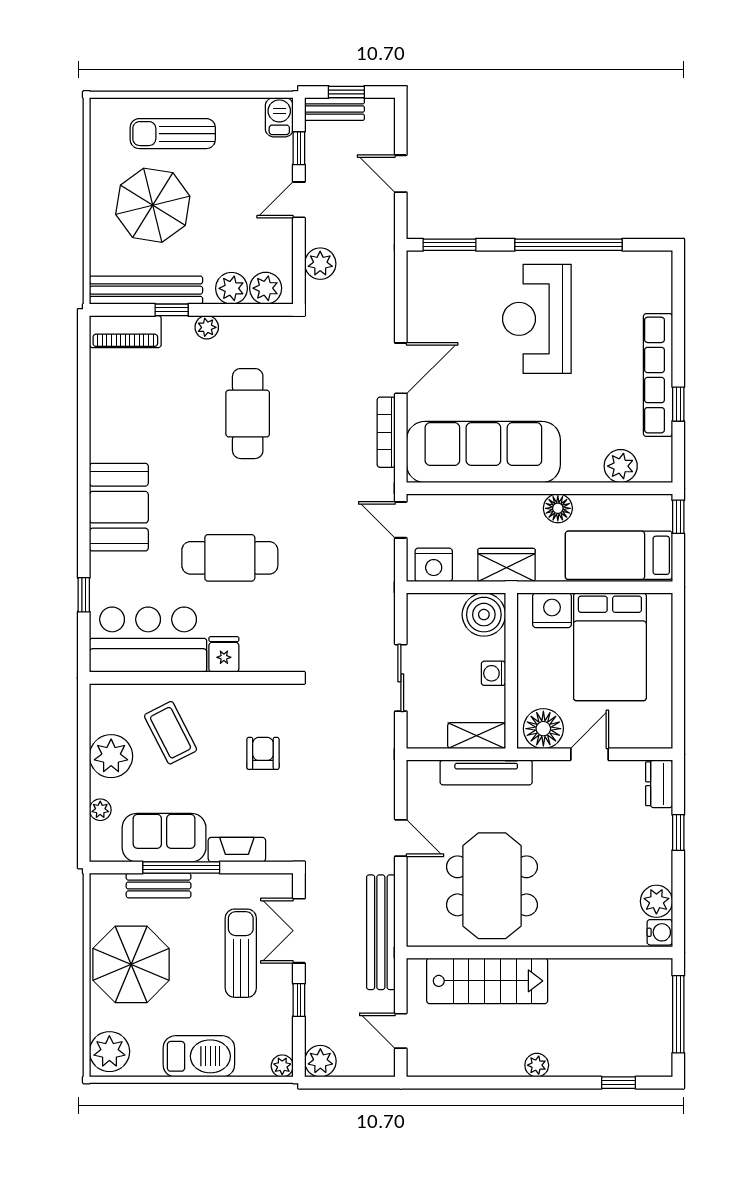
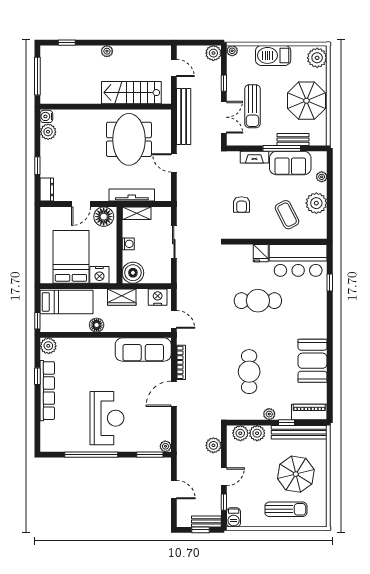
plant: (418, 262) -> (165, 446), added
sofa: (483, 452) -> (143, 350), width x0.74, depth x0.79
plant: (621, 466) -> (48, 346), moved
booth: (119, 507) -> (312, 361), moved

